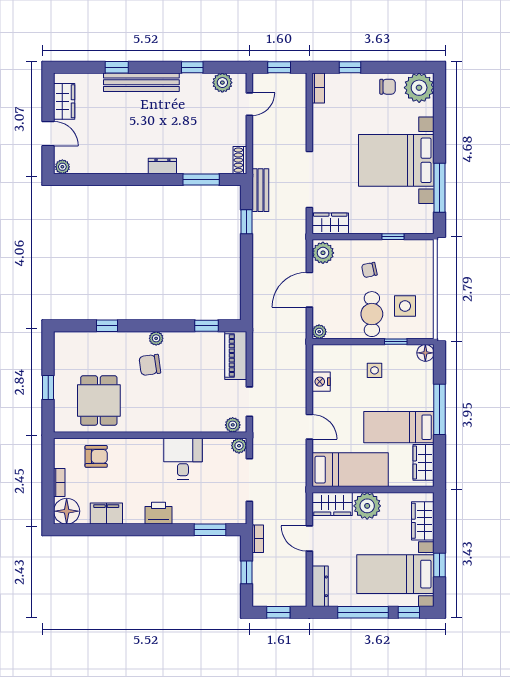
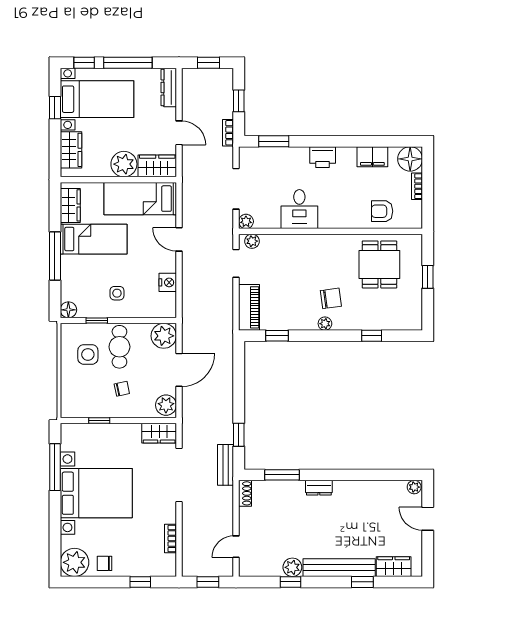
plant: (222, 83) -> (292, 567), moved
bookcase: (318, 88) -> (171, 539), moved
wardrobe: (64, 101) -> (394, 567), moved, turned 90
plant: (319, 332) -> (164, 336), width x1.87, depth x1.87

